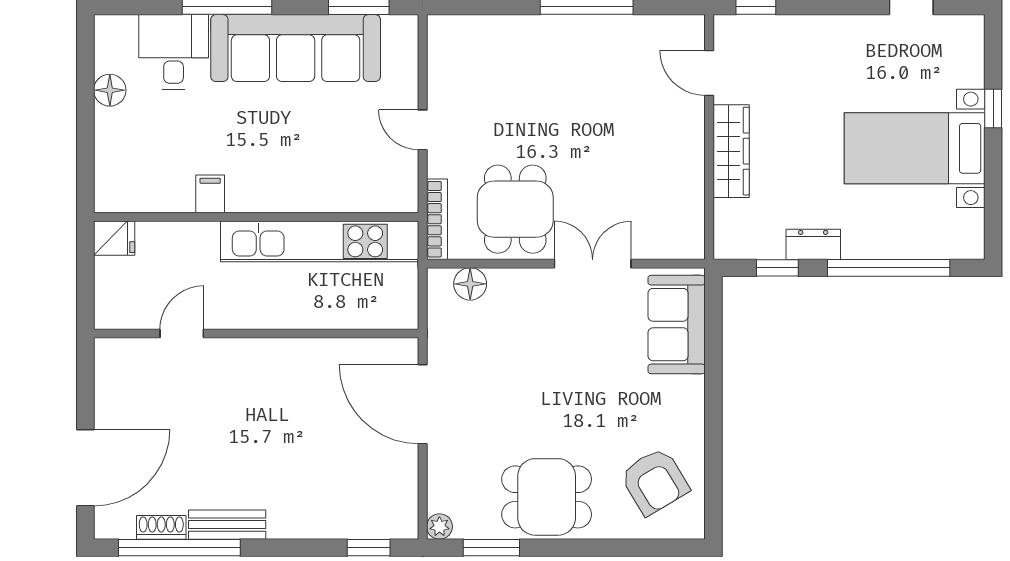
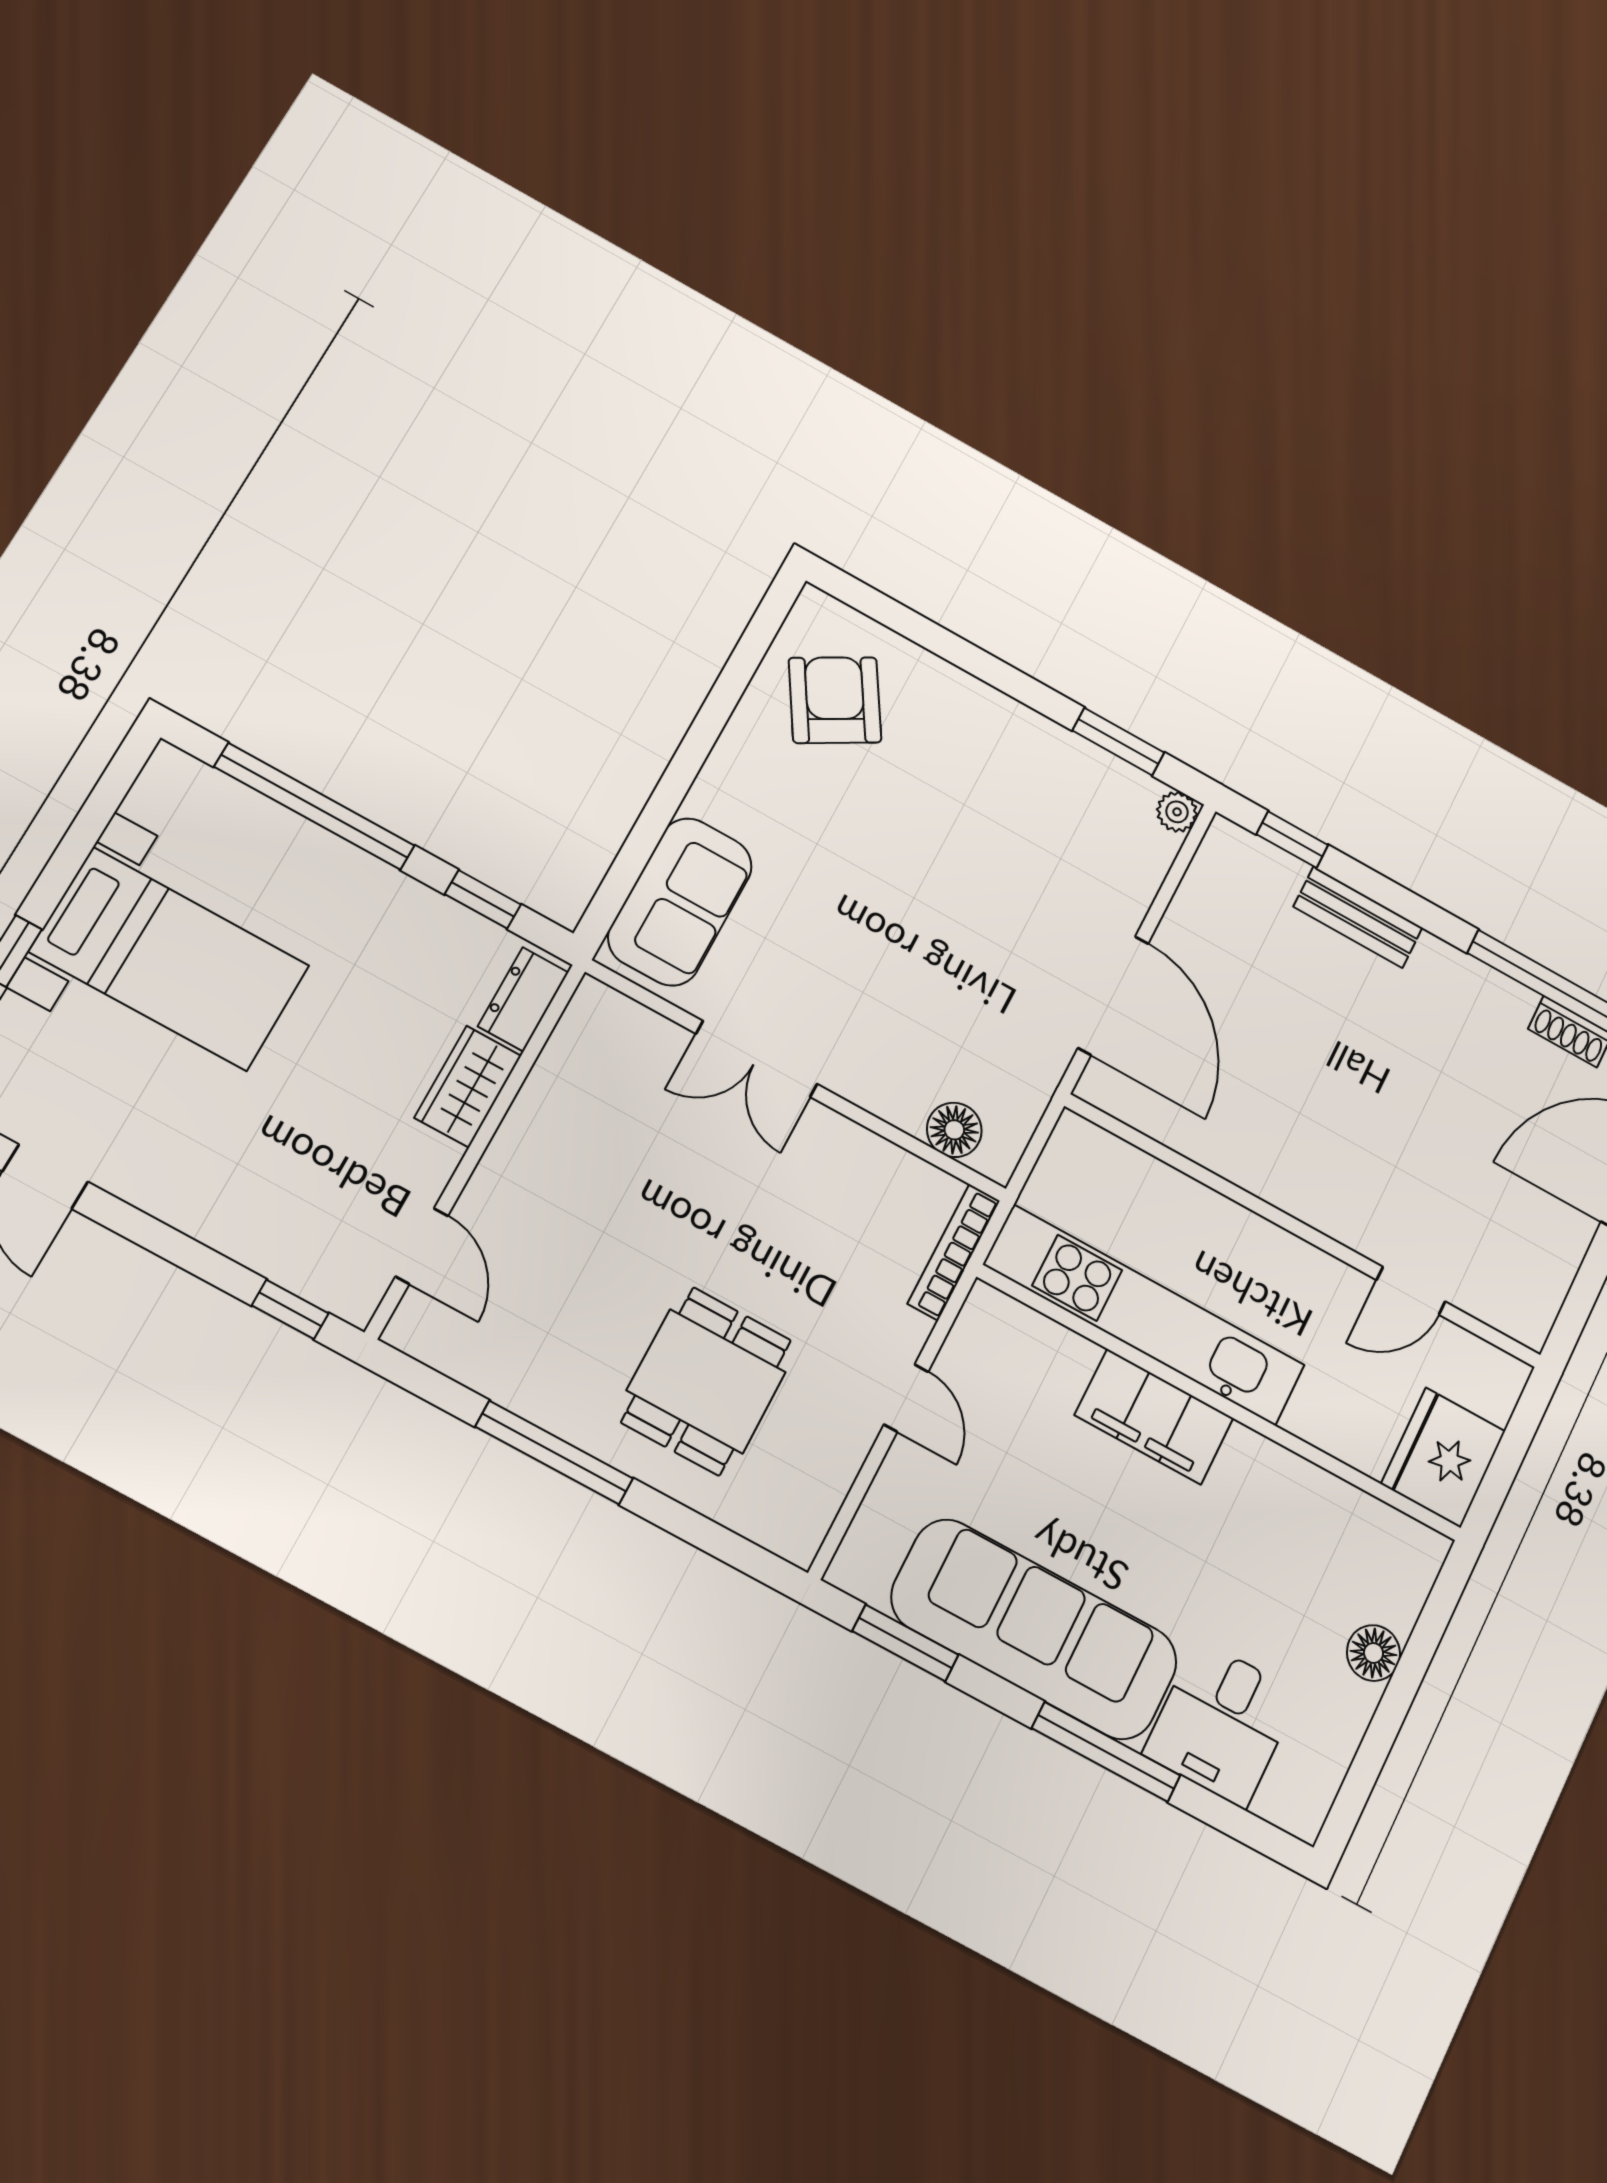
floor lamp: (110, 90) -> (1373, 1653), moved
wardrobe: (731, 151) -> (468, 1087), width x0.67
filing cabinet: (210, 194) -> (1154, 1417), moved, width x3.00, depth x1.17
dining table: (515, 209) -> (706, 1381), moved
fridge: (114, 238) -> (1443, 1457), width x1.88, depth x1.34
dresser: (813, 244) -> (523, 999), moved, turned 90
dining table: (547, 497) -> (1002, 766), removed
bench: (227, 525) -> (1358, 917), moved

